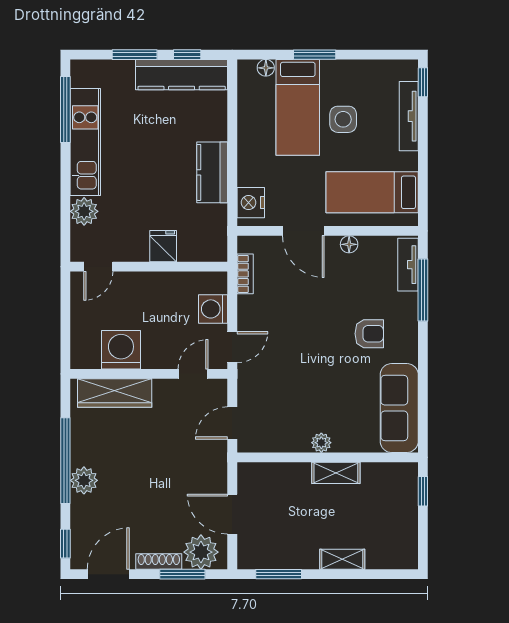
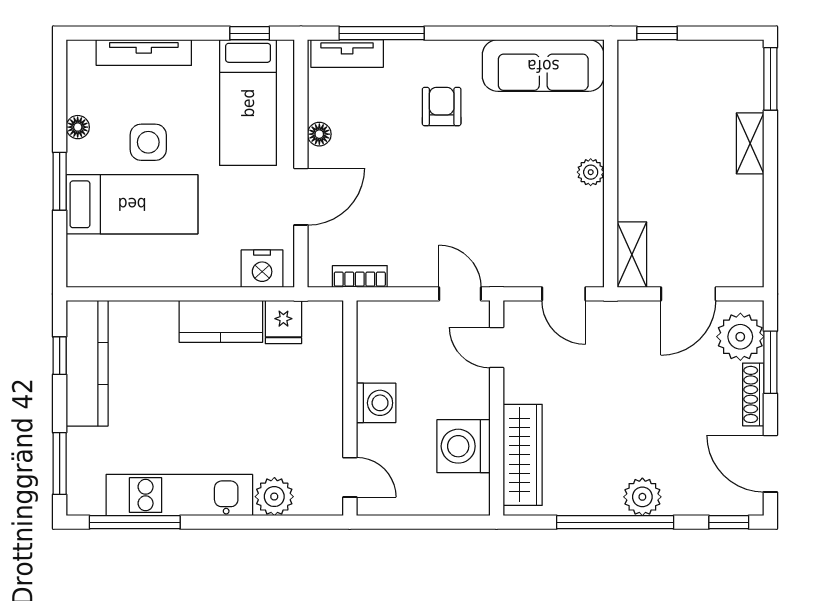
window: (135, 55) -> (60, 464), moved
floor lamp: (266, 68) -> (78, 127), moved
window: (423, 82) -> (250, 33), moved
fridge: (163, 246) -> (283, 322), moved, turned -90
washing machine: (213, 309) -> (376, 403), moved, turned -90
shelving: (336, 473) -> (632, 255), moved
window: (279, 574) -> (770, 79), moved

